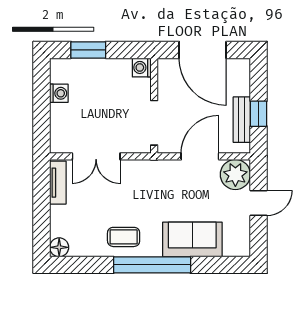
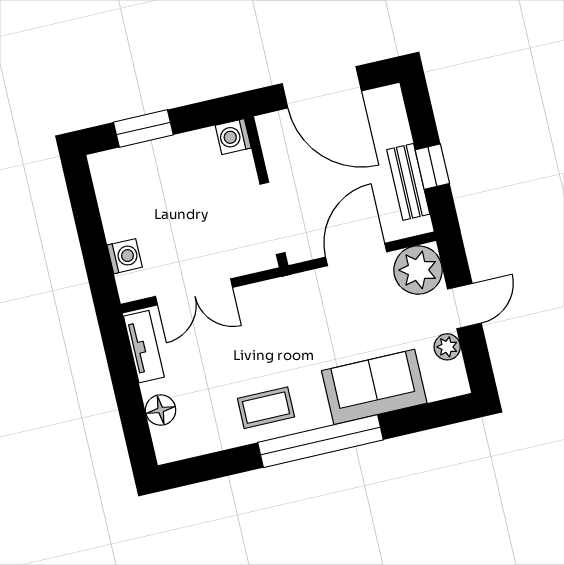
washing machine: (59, 93) -> (125, 256), moved
plant: (242, 225) -> (447, 347), added
floor lamp: (59, 247) -> (161, 410), moved

